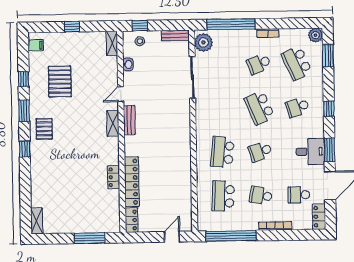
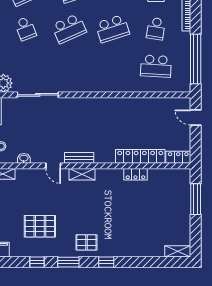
school desk: (222, 152) -> (112, 66), removed
school desk: (260, 152) -> (112, 29), width x1.85

